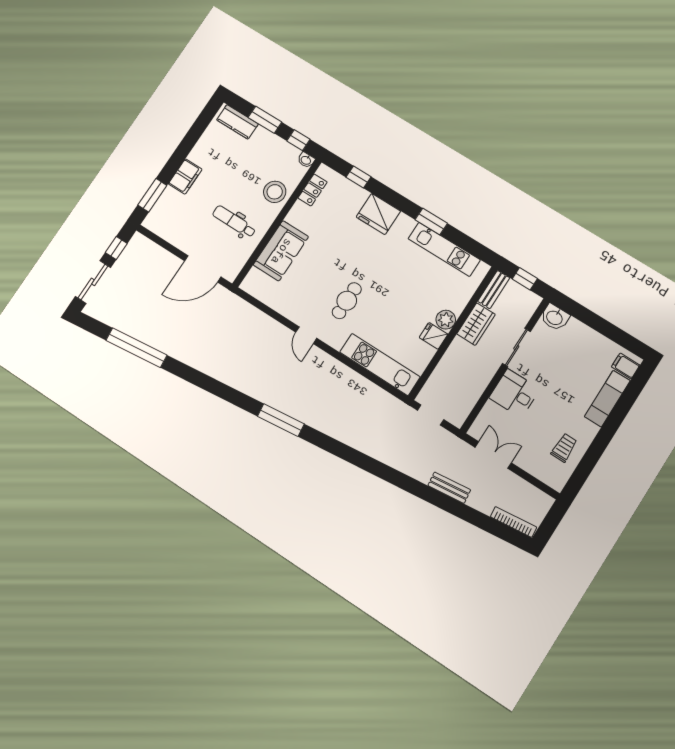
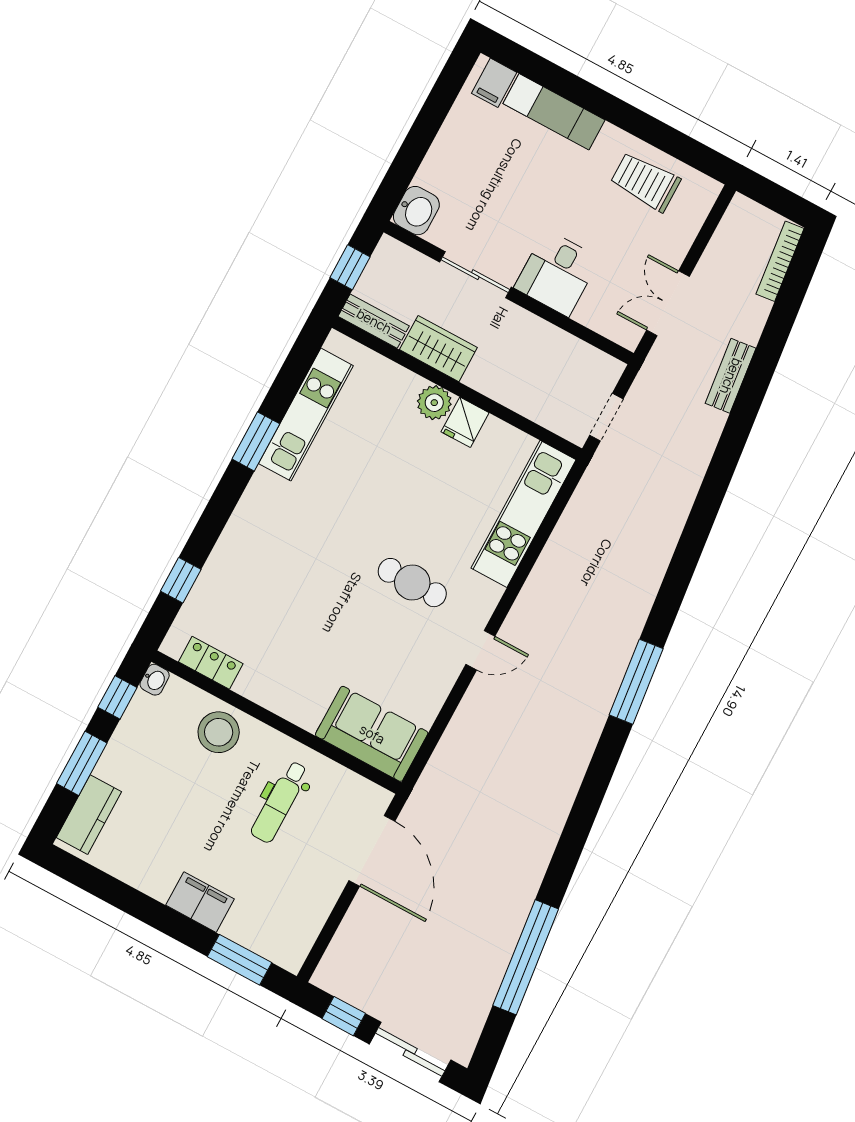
fridge: (378, 214) -> (248, 538), removed
sofa: (281, 251) -> (372, 734), moved
trolley: (564, 448) -> (645, 182), width x1.36, depth x1.39

